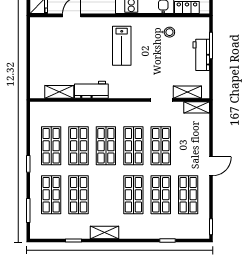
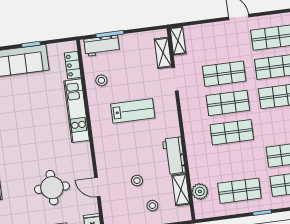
lab bench: (122, 46) -> (133, 111), moved
stool: (73, 53) -> (137, 181), added
workbench: (201, 55) -> (102, 46), moved
stool: (48, 64) -> (152, 206), added
plant: (55, 109) -> (200, 191), added
shop shelf: (79, 146) -> (236, 161), removed

